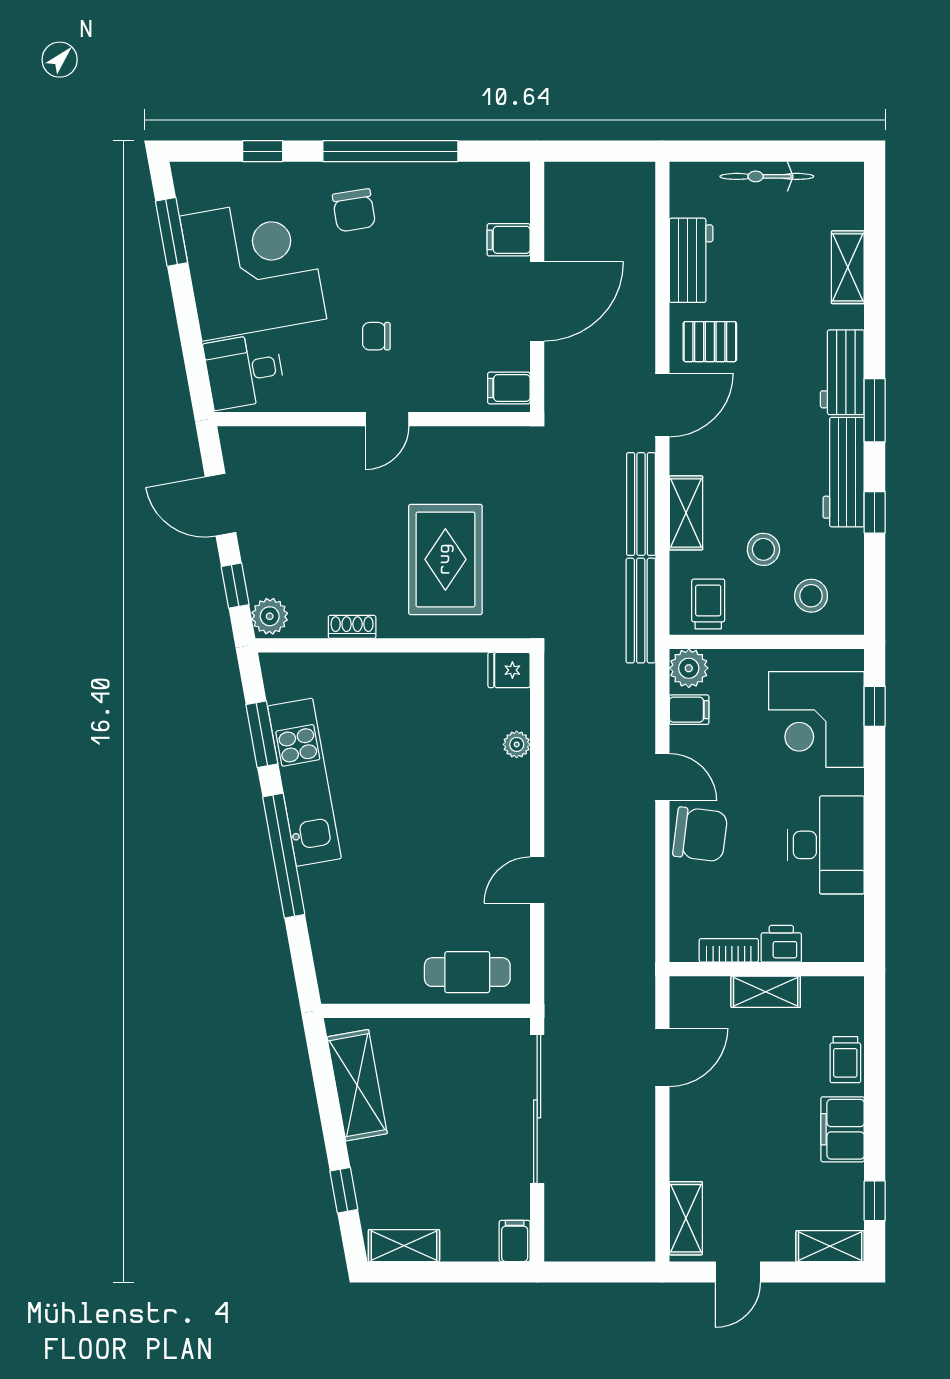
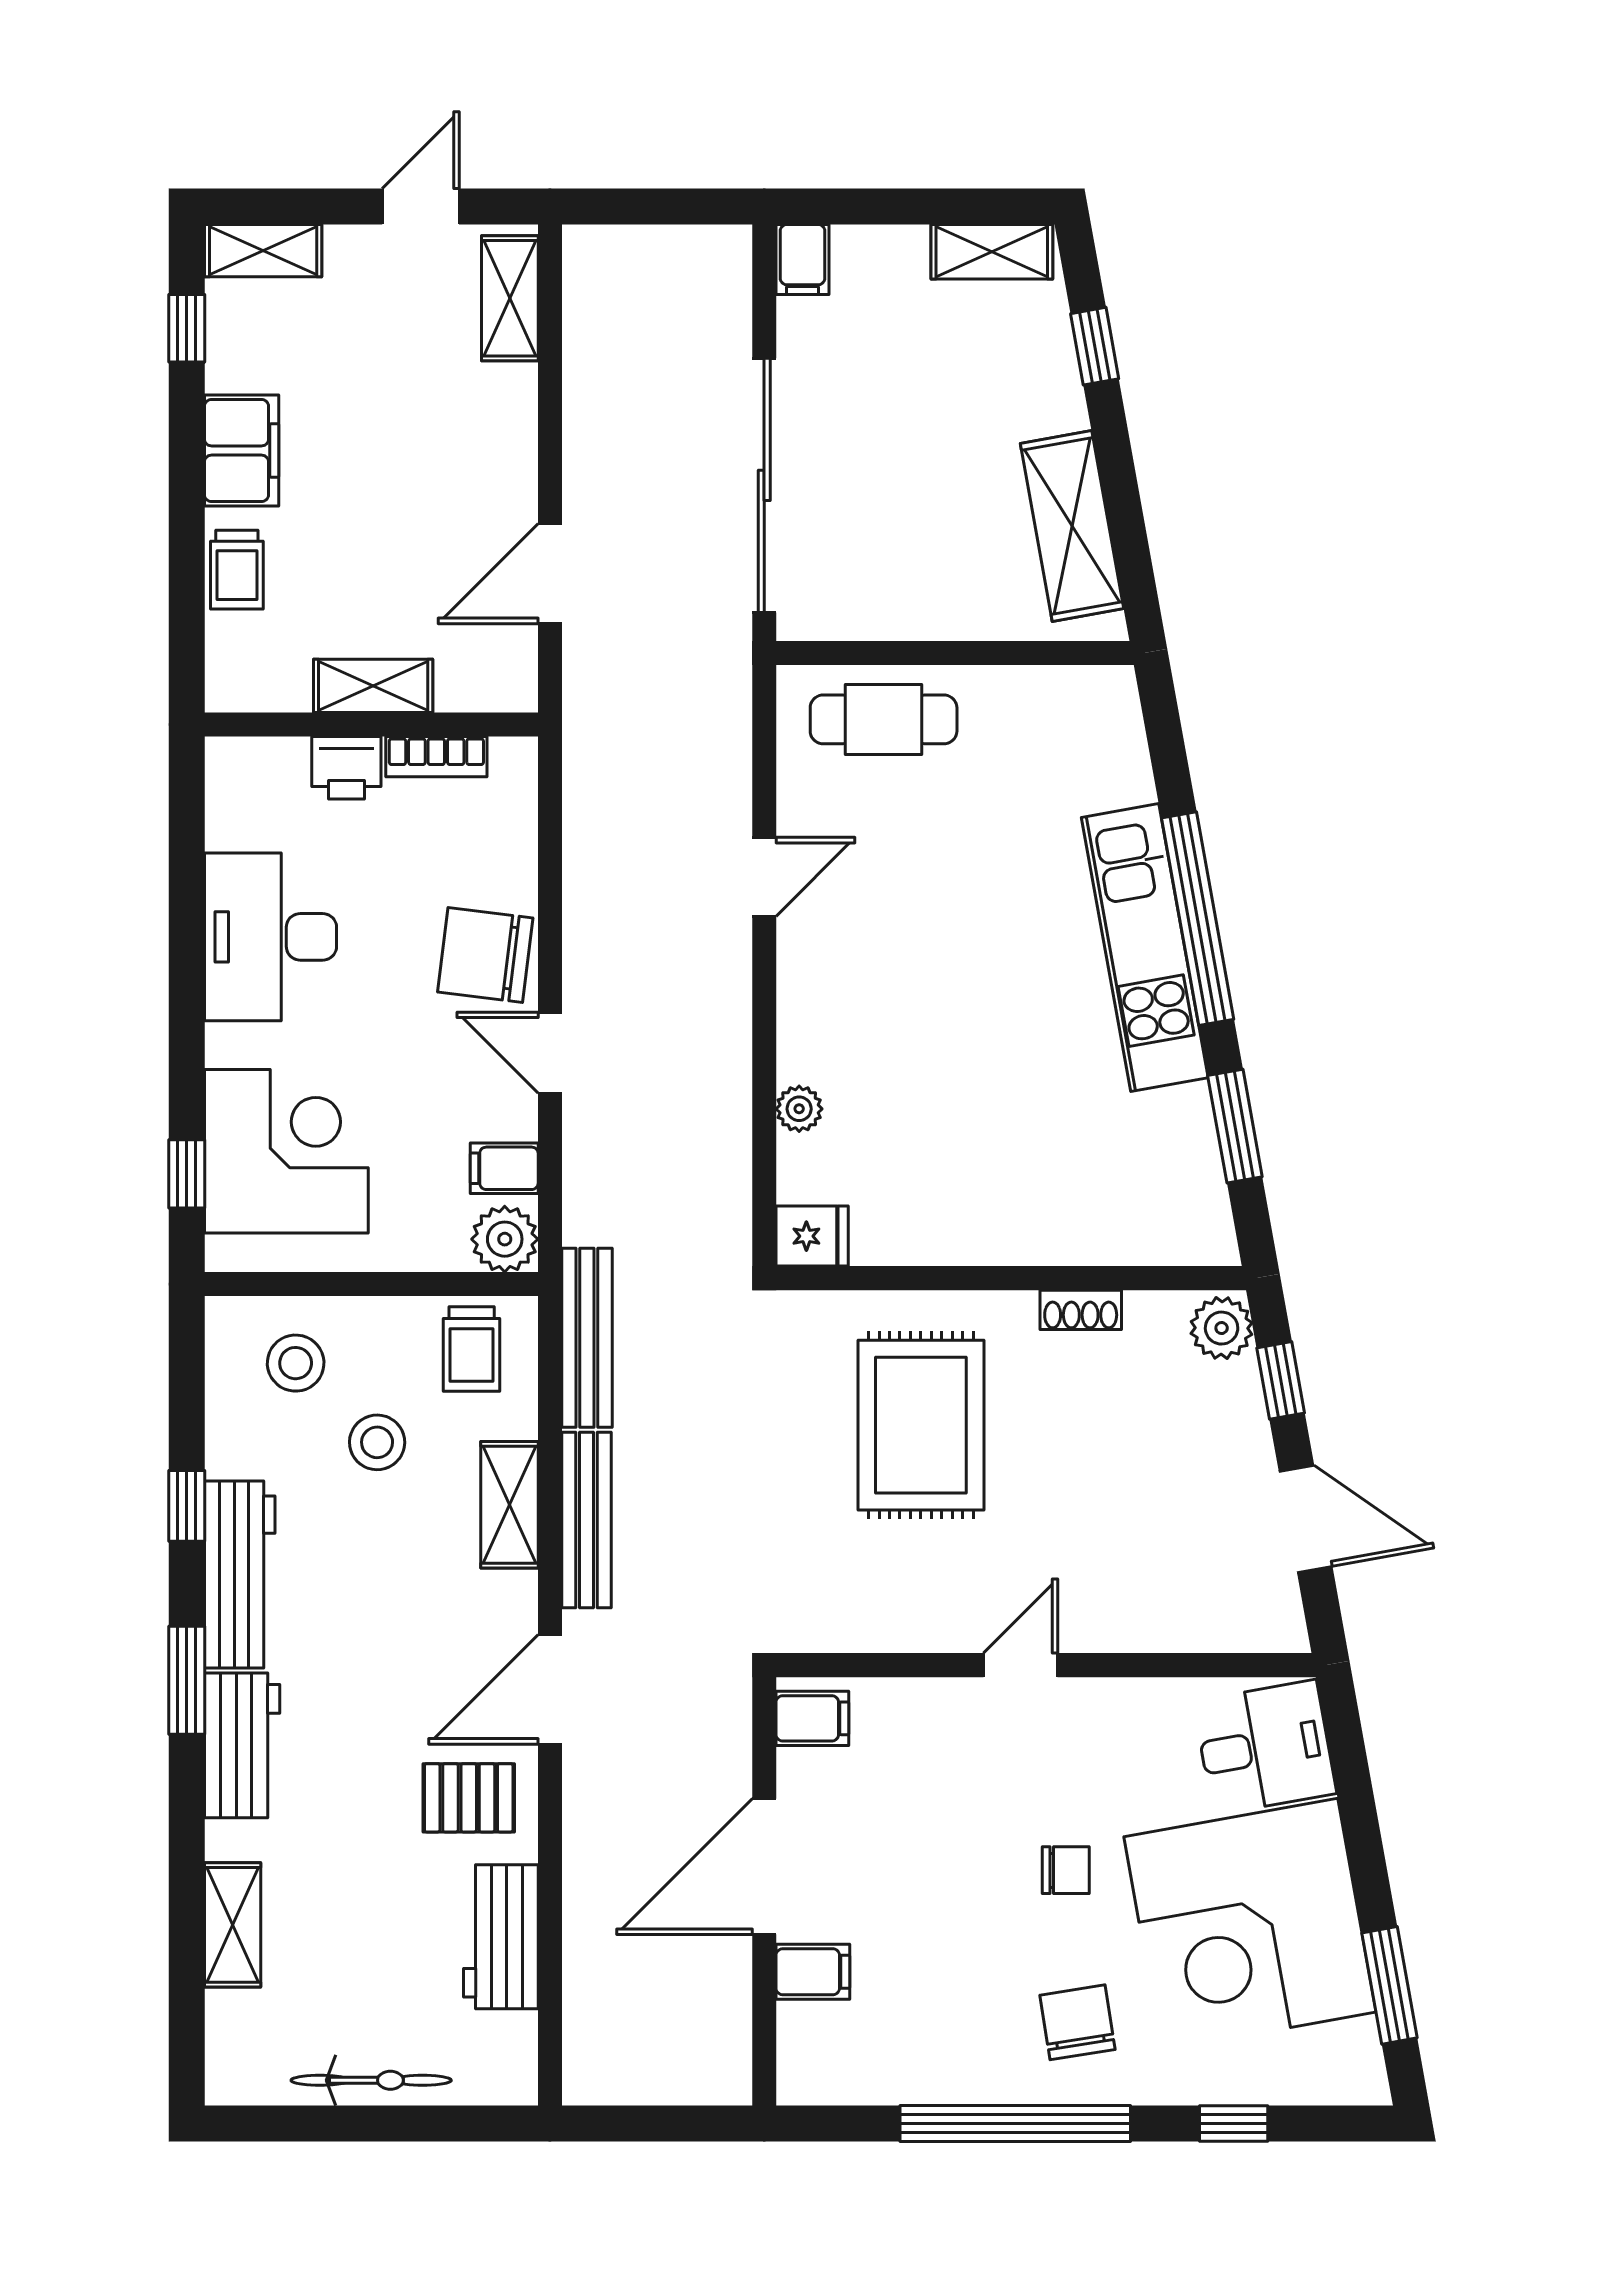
chair: (376, 336) -> (1066, 1870), moved
kitchen unit: (304, 782) -> (1145, 948), moved
trolley: (845, 1060) -> (237, 570), turned 180

